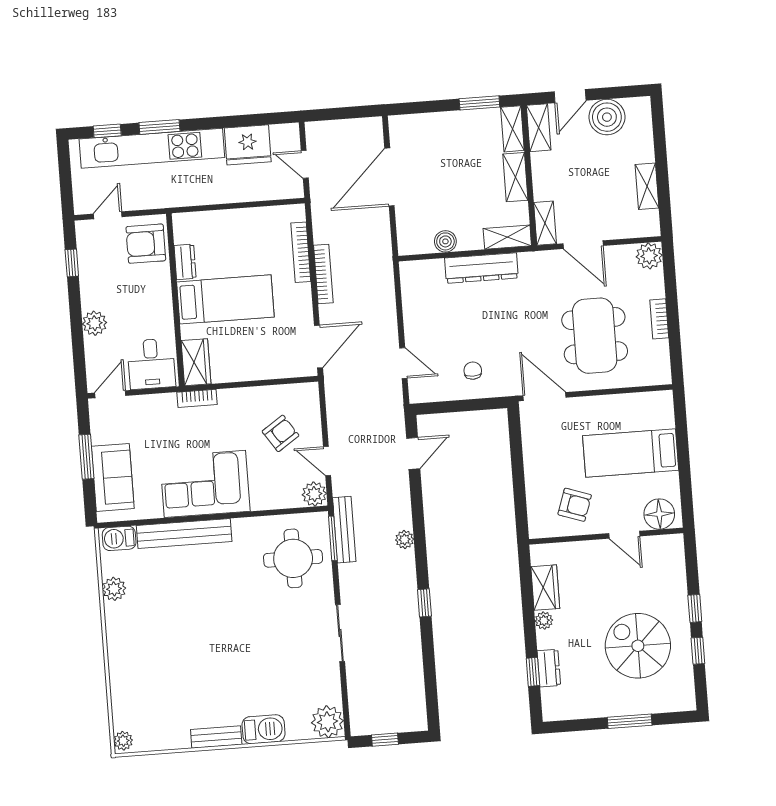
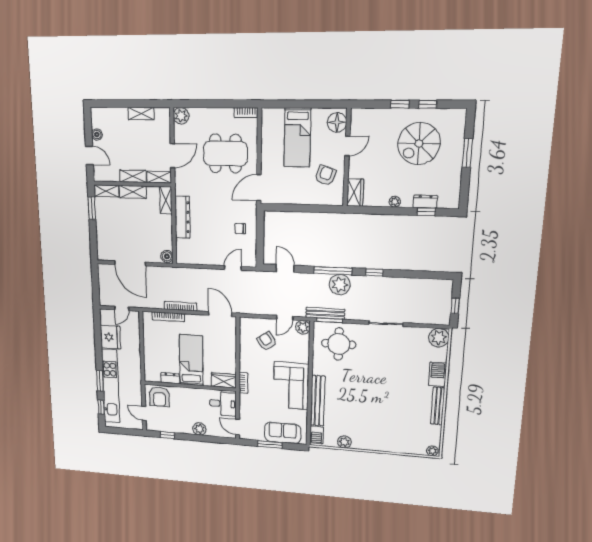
boiler: (607, 117) -> (97, 135), width x0.54, depth x0.54
shelving: (539, 128) -> (133, 176), moved
boiler: (445, 241) -> (167, 256), moved
bookcase: (659, 319) -> (246, 113), moved
window: (419, 534) -> (333, 271), added
plant: (405, 539) -> (340, 285), width x1.87, depth x1.87
wardrobe: (545, 588) -> (355, 193), moved, turned 90
bench: (216, 737) -> (438, 406), width x1.36

